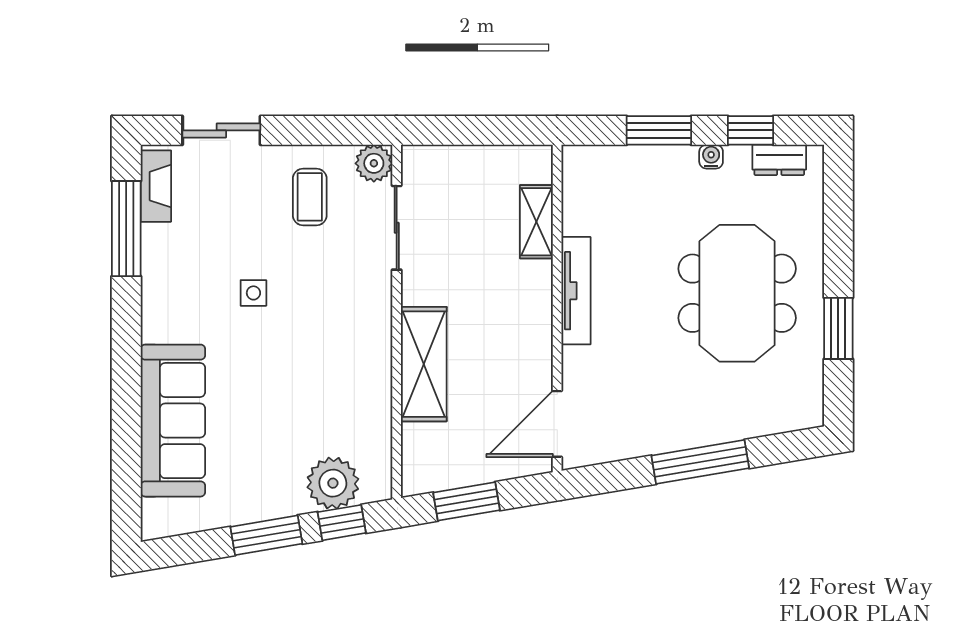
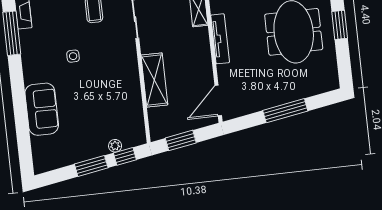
window: (838, 328) -> (340, 25), moved
sofa: (173, 421) -> (42, 109), width x0.73
plant: (333, 483) -> (115, 146), width x0.53, depth x0.53

